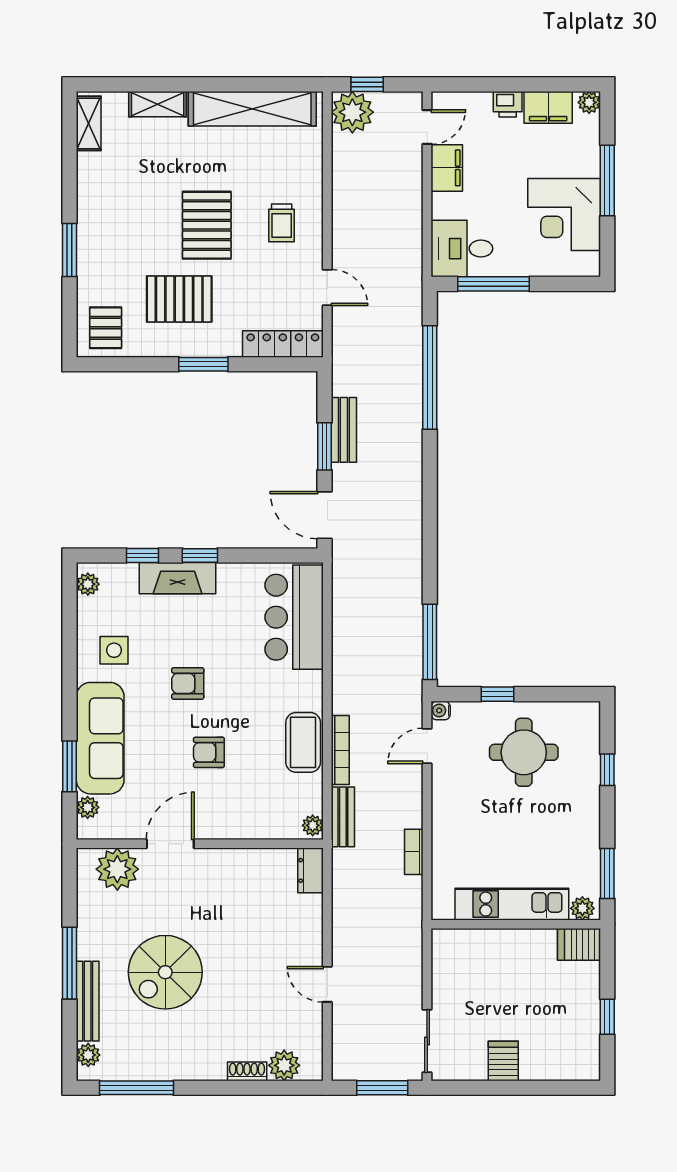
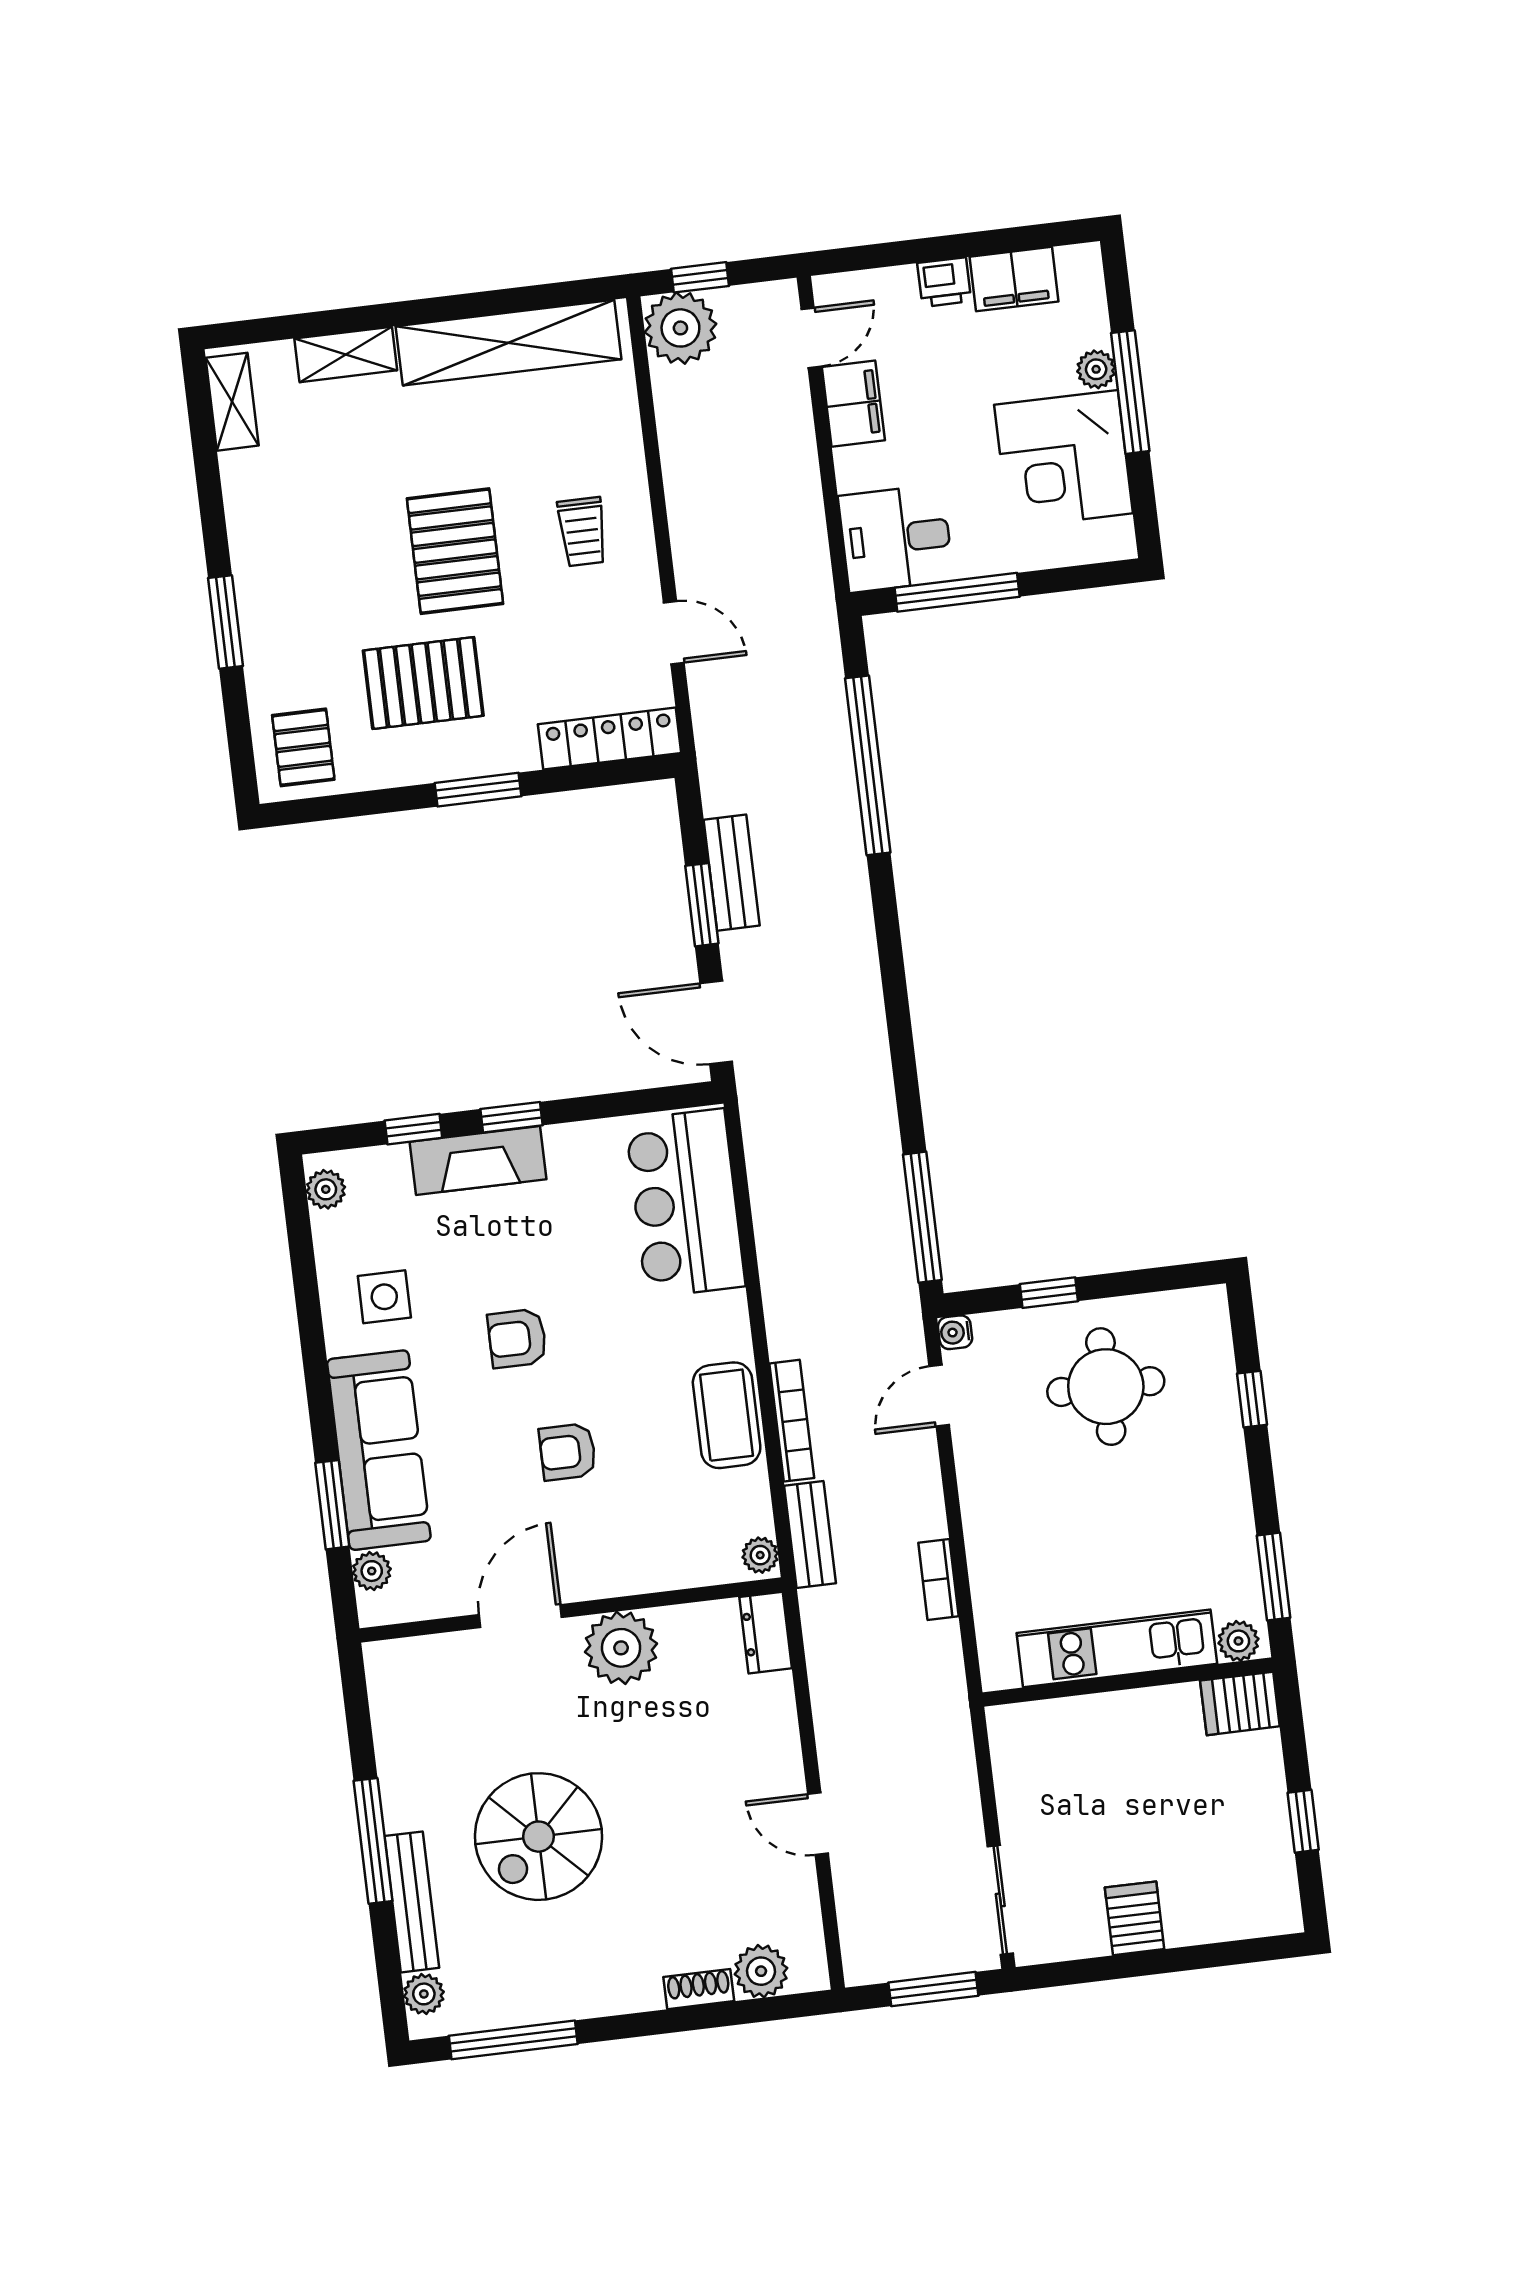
plant: (589, 102) -> (1096, 369), moved
plant: (117, 869) -> (621, 1648), moved

